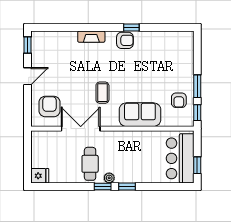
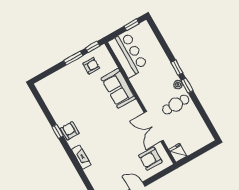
coffee table: (102, 93) -> (118, 125), removed
bar counter: (180, 158) -> (128, 54), moved, turned -90
fridge: (40, 176) -> (178, 153), moved

